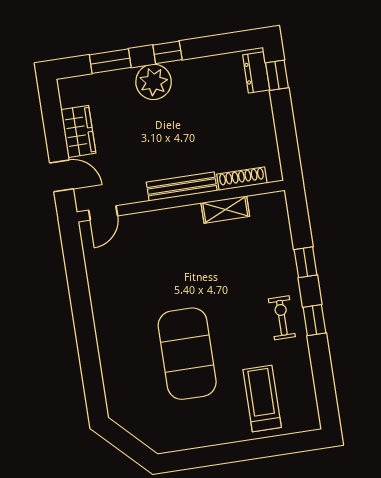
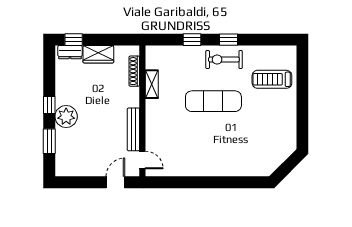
wardrobe: (78, 131) -> (98, 54), moved, turned 180
bench: (182, 187) -> (133, 129), moved
exercise bike: (282, 318) -> (224, 60), width x1.38, depth x1.39
exercise mat: (187, 354) -> (213, 101), moved, width x0.68

